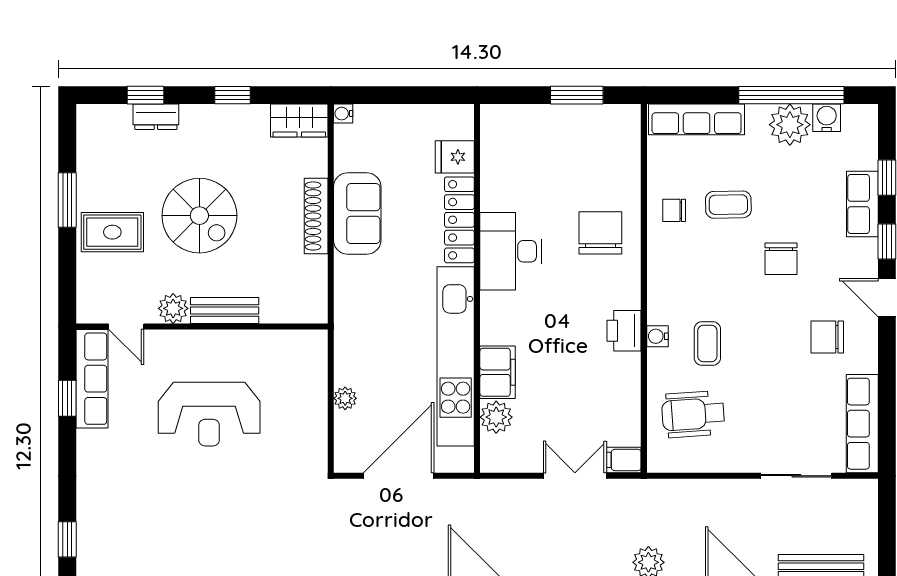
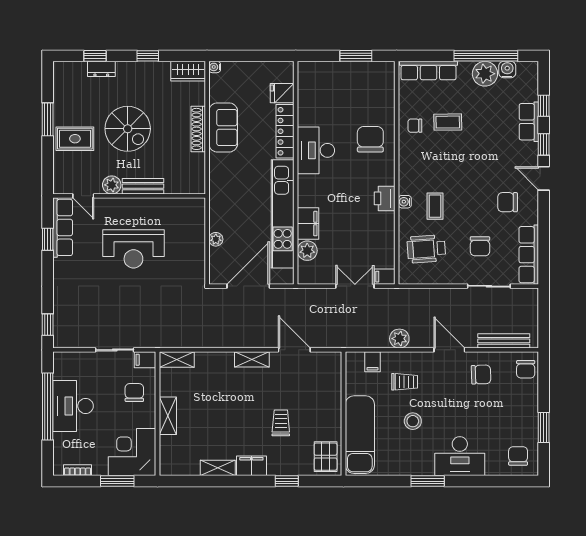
chair: (781, 259) -> (480, 246), moved

